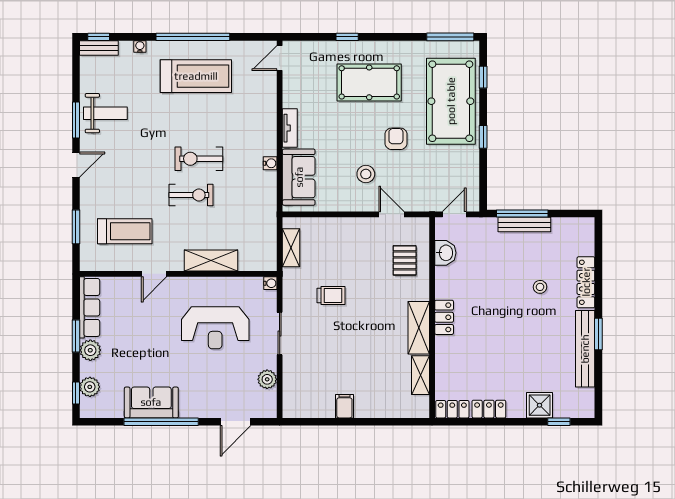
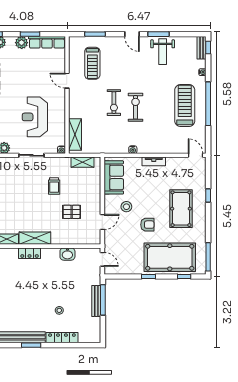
treadmill: (196, 76) -> (185, 106), turned 180
sofa: (299, 177) -> (114, 177), moved, turned -90
washbasin: (445, 253) -> (67, 254), moved
shelving: (211, 260) -> (75, 135), moved
pallet: (405, 260) -> (72, 212), moved
locker: (444, 317) -> (30, 253), moved

